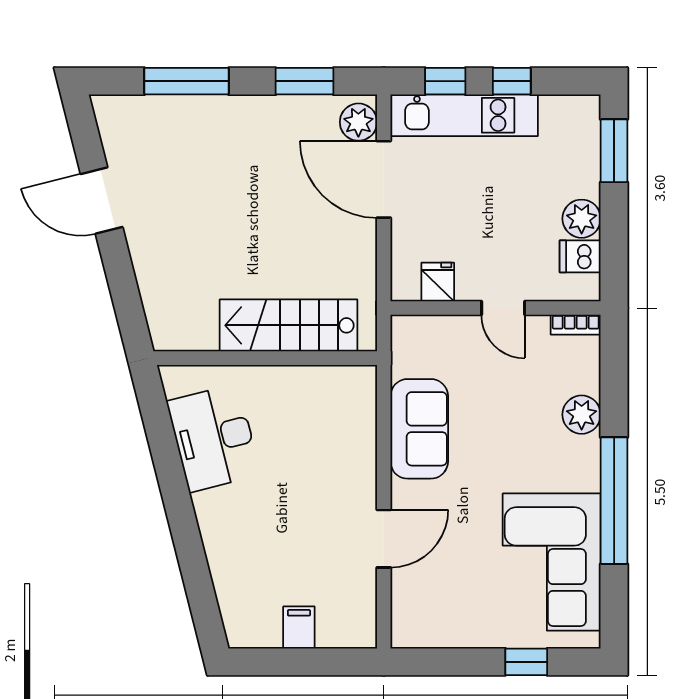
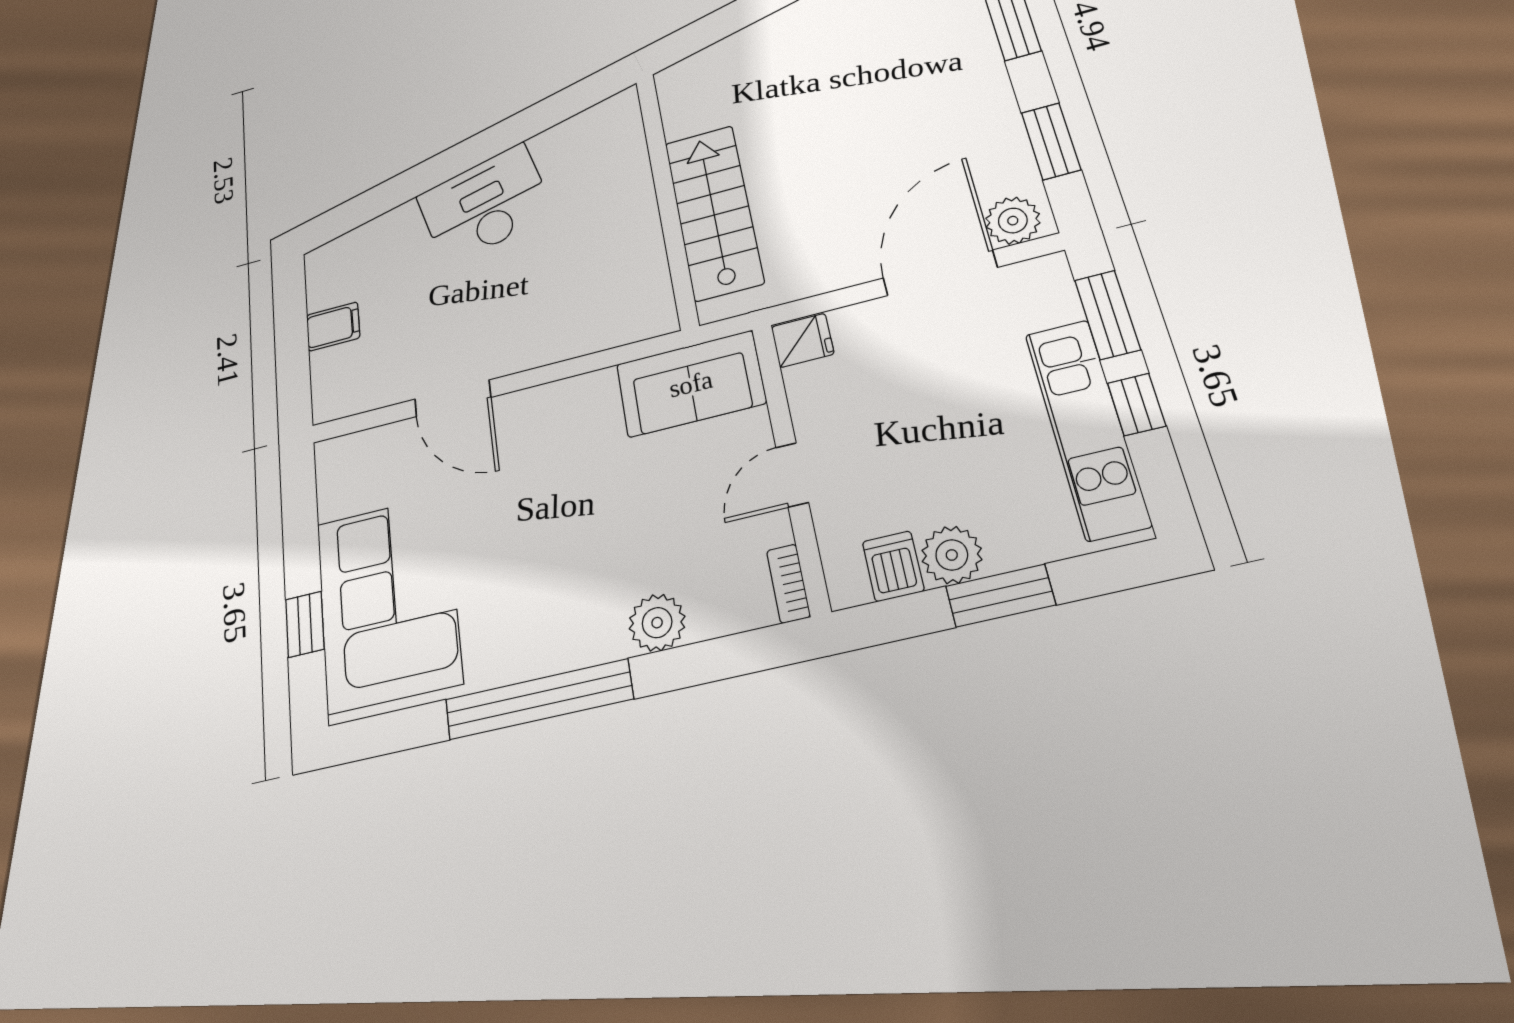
window: (445, 81) -> (1107, 315), width x1.50
kitchen unit: (464, 115) -> (1087, 428), moved
window: (614, 151) -> (1000, 596), moved
fridge: (438, 282) -> (803, 340), moved
sofa: (419, 429) -> (691, 384), moved
desk: (214, 438) -> (485, 205), moved
corner sofa: (552, 562) -> (388, 602), moved, turned 90

